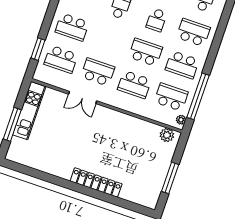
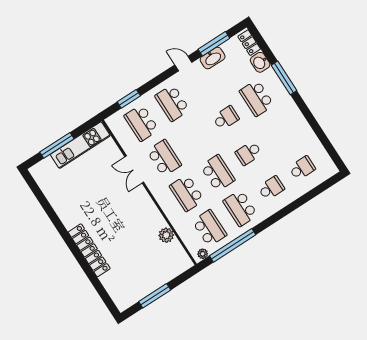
school desk: (193, 32) -> (271, 188), width x0.54
plant: (167, 135) -> (166, 235), moved

